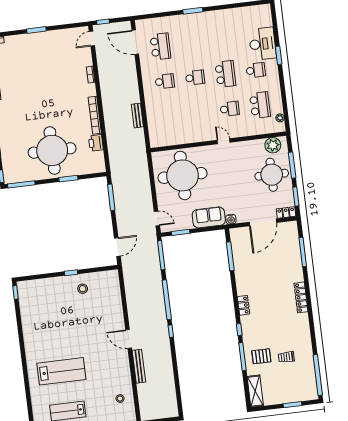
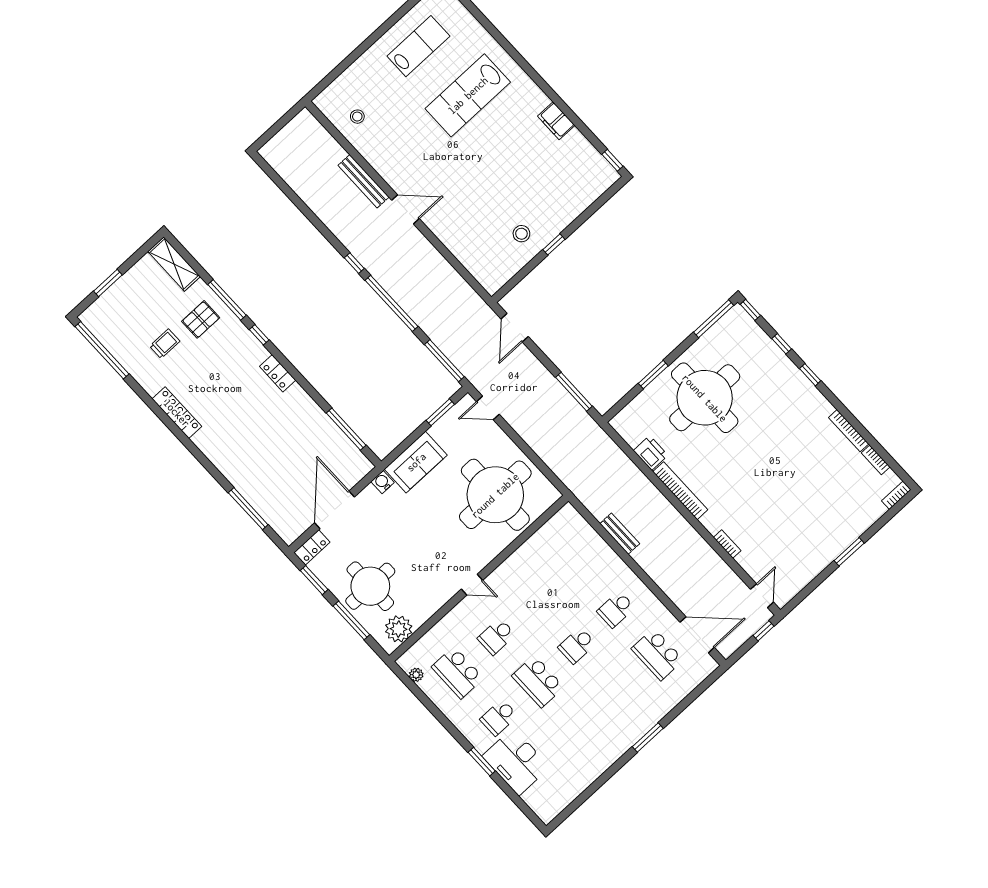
locker: (301, 297) -> (177, 413), moved
filing cabinet: (28, 330) -> (556, 121), added

